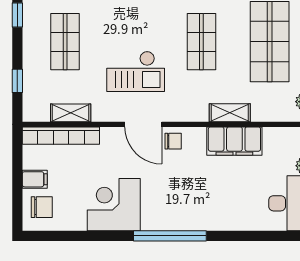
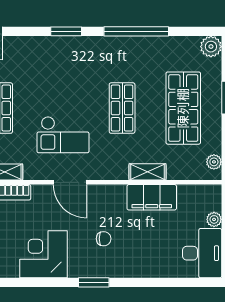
chair: (173, 141) -> (104, 239), moved
window: (170, 236) -> (94, 282), width x0.47

